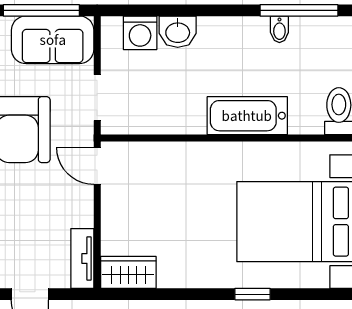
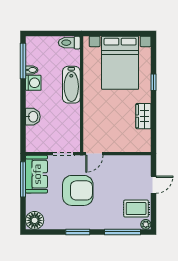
washing machine: (140, 33) -> (33, 83), moved
tv unit: (82, 258) -> (137, 161), removed
wardrobe: (128, 272) -> (143, 116), moved

